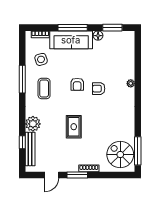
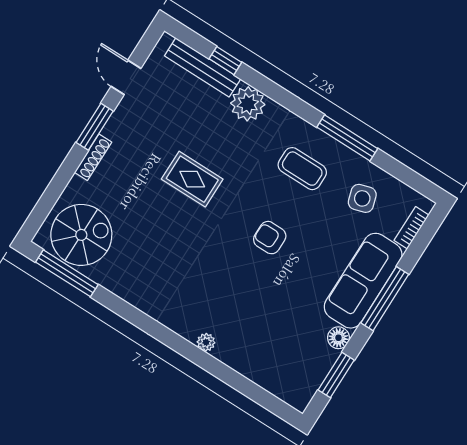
armchair: (99, 89) -> (235, 274), removed

